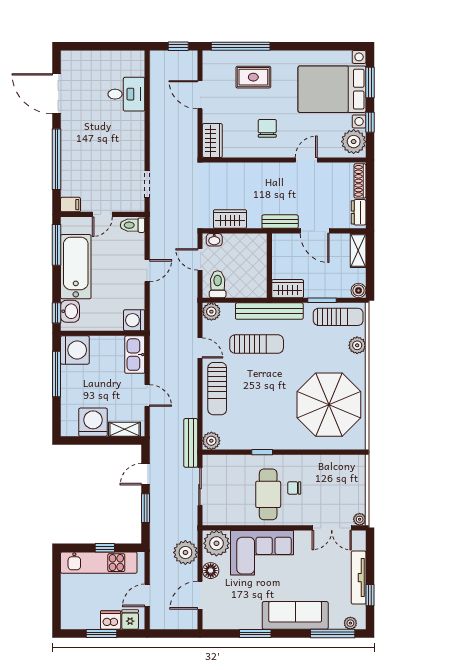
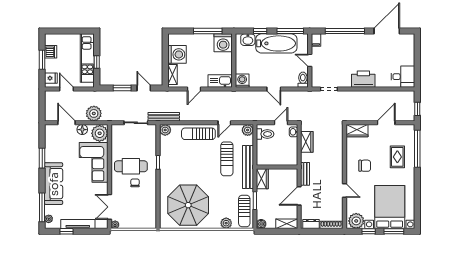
desk: (126, 94) -> (403, 77), moved, turned -90
printer: (132, 131) -> (363, 79), added
window: (56, 313) -> (260, 31), moved
dishwasher: (111, 620) -> (51, 52), moved

